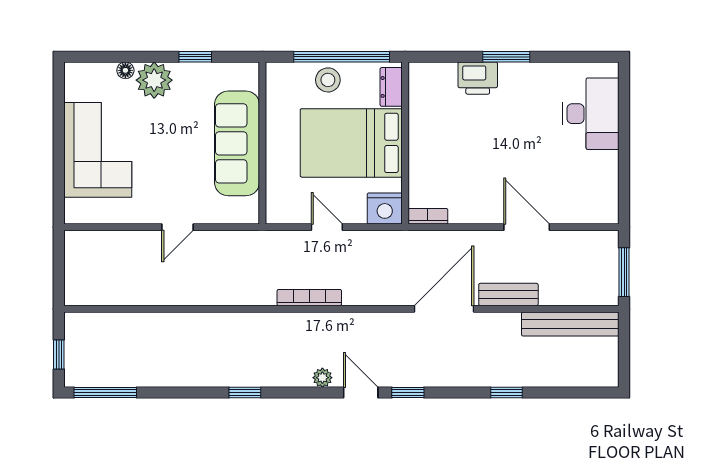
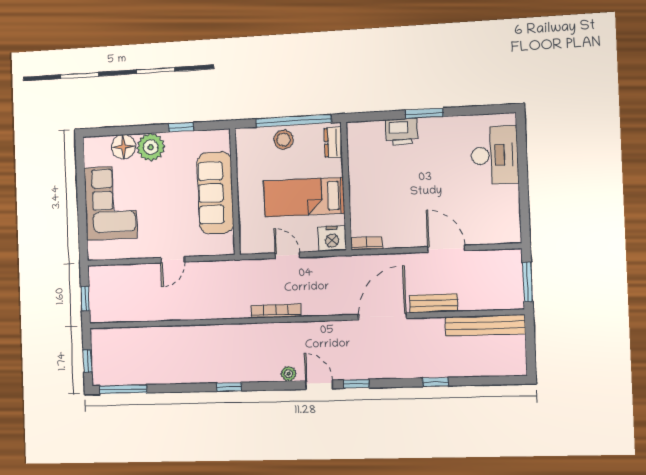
floor lamp: (125, 70) -> (124, 147), width x1.89, depth x1.89
bed: (351, 143) -> (304, 197), width x0.67
window: (59, 273) -> (85, 298), added

